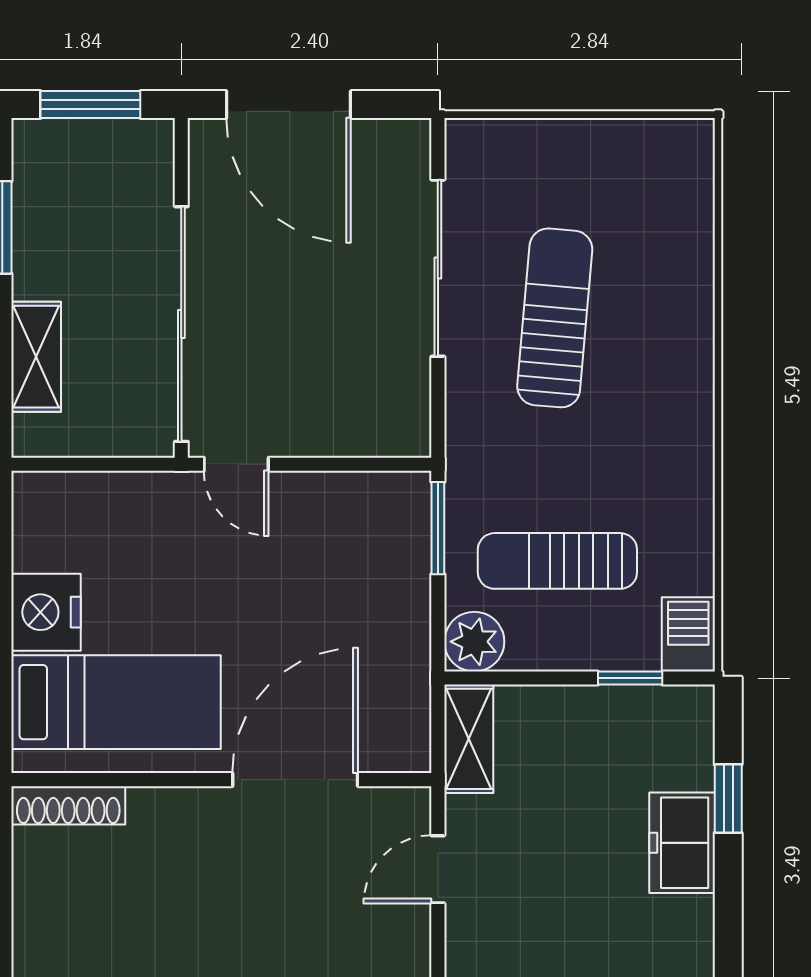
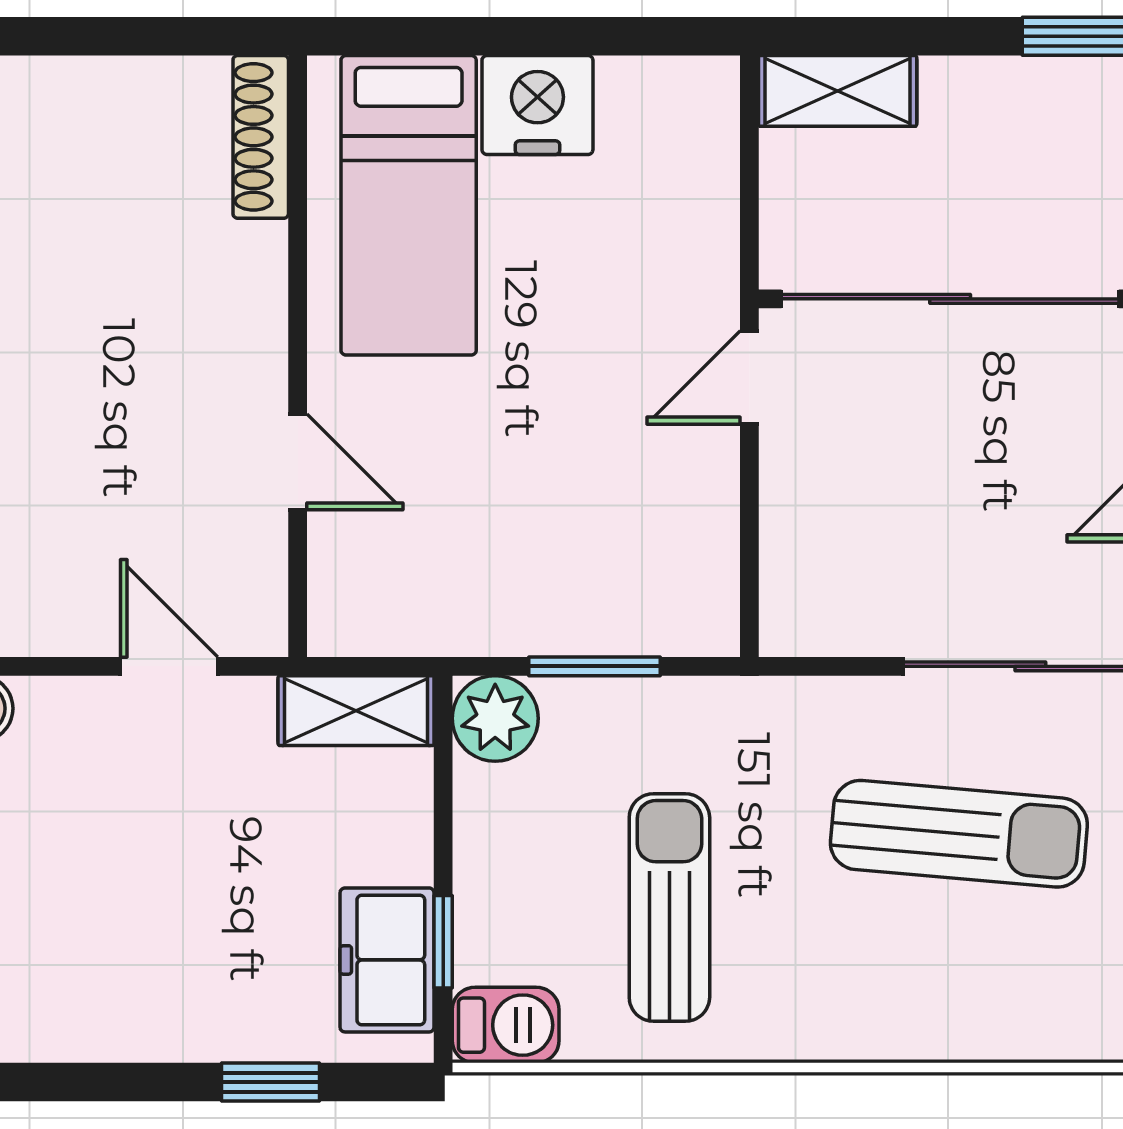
shelving: (36, 357) -> (838, 91), moved
window: (438, 528) -> (595, 666), moved
sun lounger: (557, 561) -> (669, 907), moved
door: (295, 780) -> (298, 462), width x0.53
freezer: (682, 843) -> (387, 960), moved, turned -90

